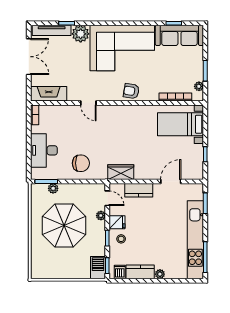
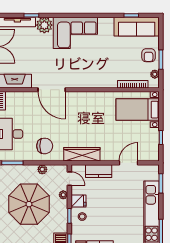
corner sofa: (122, 48) -> (75, 33), width x0.73, depth x0.74
armchair: (131, 91) -> (149, 55), moved, turned -99
door: (88, 103) -> (52, 90), width x1.87
wardrobe: (121, 172) -> (82, 154), width x1.50
plant: (53, 188) -> (42, 169), moved

